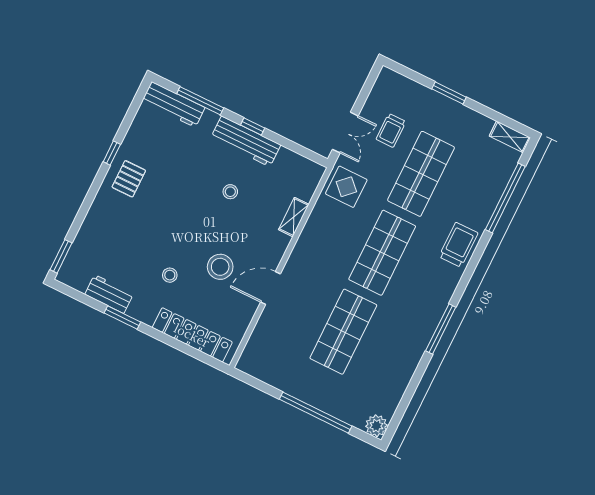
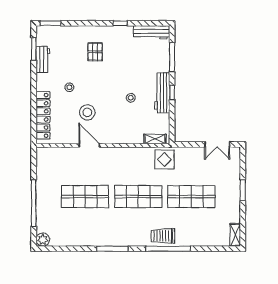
workbench: (173, 104) -> (152, 32), moved, turned -90
trolley: (391, 130) -> (207, 169), removed
double door: (345, 133) -> (217, 144), moved
pallet: (129, 179) -> (95, 52), moved, turned 90
window: (505, 198) -> (168, 249), moved
shelving: (294, 217) -> (155, 139), moved
trolley: (458, 245) -> (163, 236), turned 180
window: (122, 317) -> (34, 49), moved

